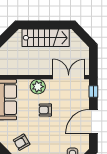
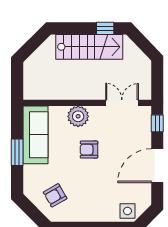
window: (57, 25) -> (105, 28), added
double door: (69, 77) -> (122, 103), width x0.73

